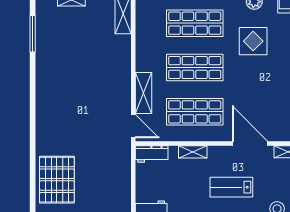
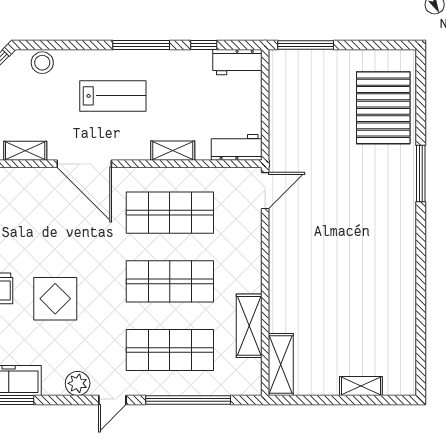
window: (33, 34) -> (421, 174), moved
display table: (253, 41) -> (55, 299), moved
shelving: (144, 93) -> (249, 326), moved
door: (133, 126) -> (265, 191), swing flipped

